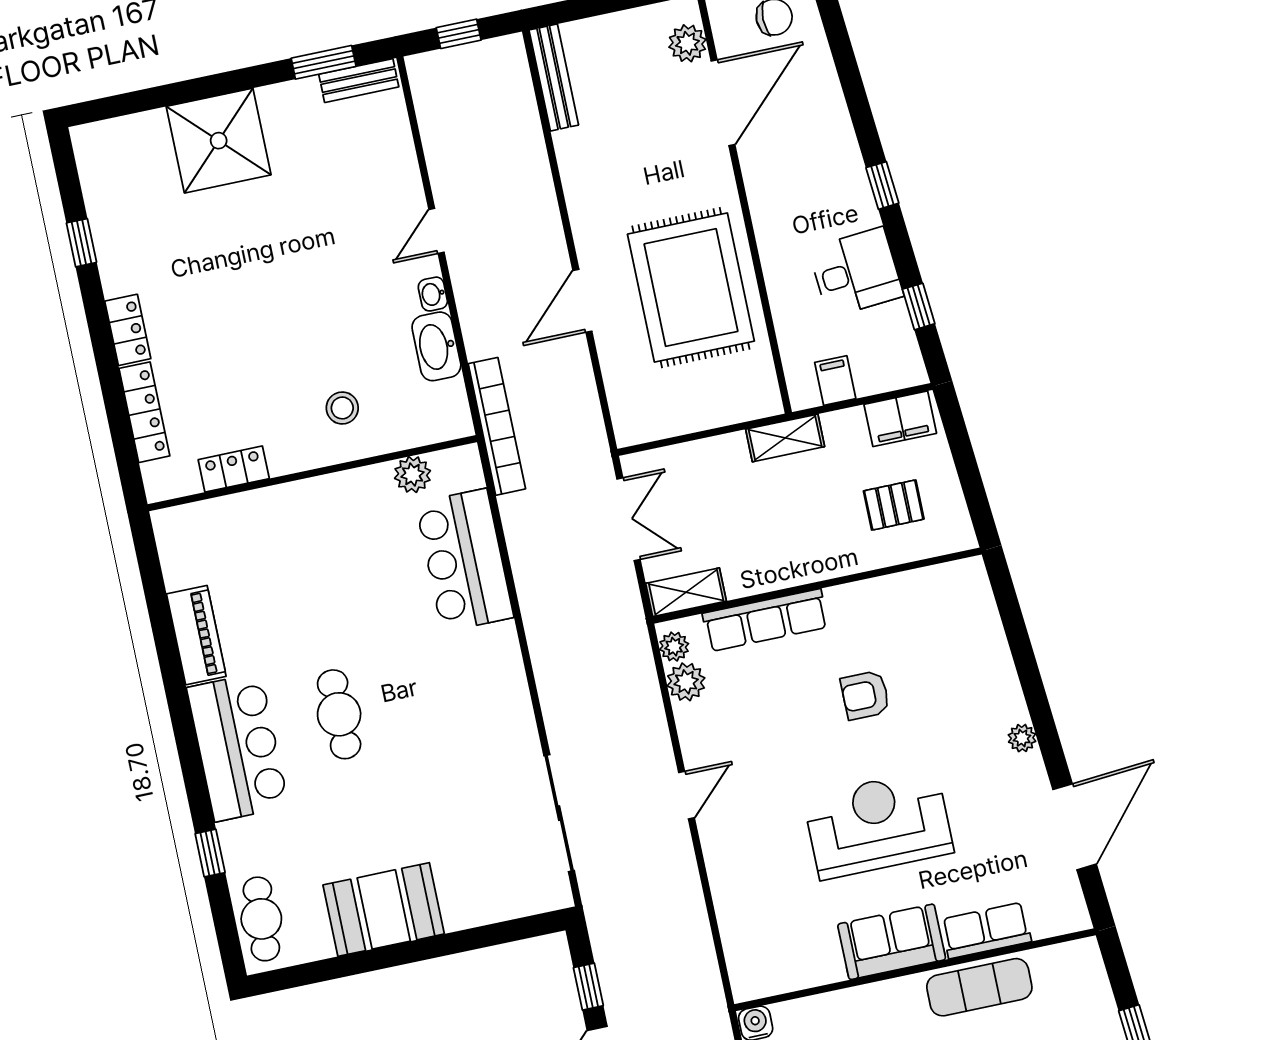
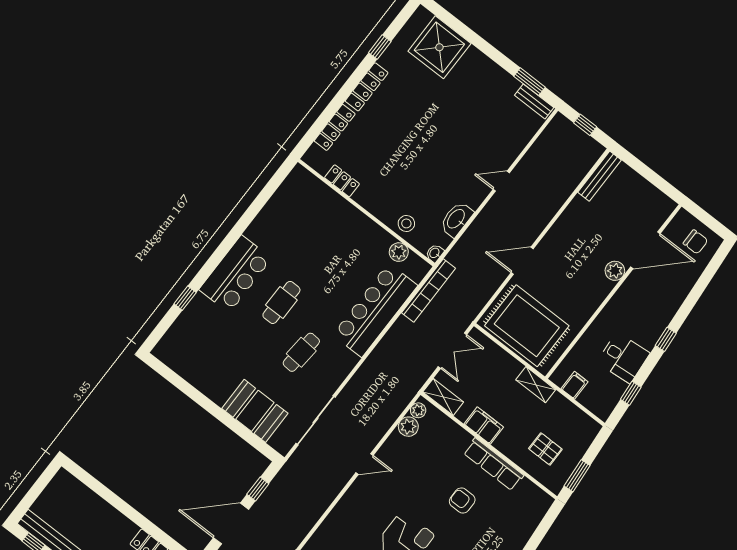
plant: (687, 43) -> (615, 271), moved
shower: (219, 141) -> (439, 47), moved
rug: (691, 288) -> (527, 326), moved, turned 90
washbasin: (433, 294) -> (435, 253), moved
locker: (128, 330) -> (367, 87), width x1.53
stool: (342, 408) -> (406, 223), moved
filing cabinet: (900, 419) -> (484, 426), moved, turned 180
bookcase: (497, 426) -> (428, 291), moved
window: (974, 492) -> (577, 476), added
bar counter: (465, 560) -> (375, 310), width x1.36
row of seats: (765, 620) -> (493, 464), moved
piano: (196, 635) -> (265, 221), removed
booth: (384, 909) -> (255, 411), moved
cafe table: (261, 919) -> (301, 352), moved

